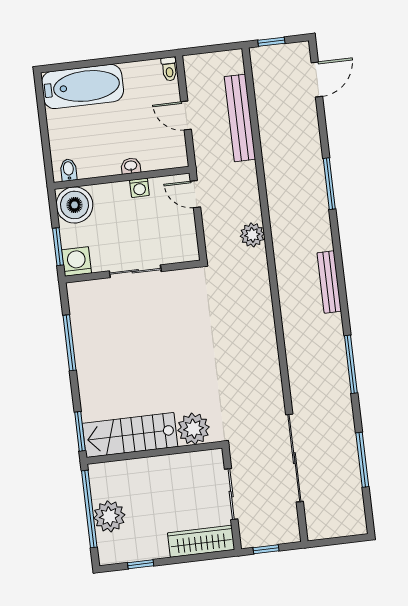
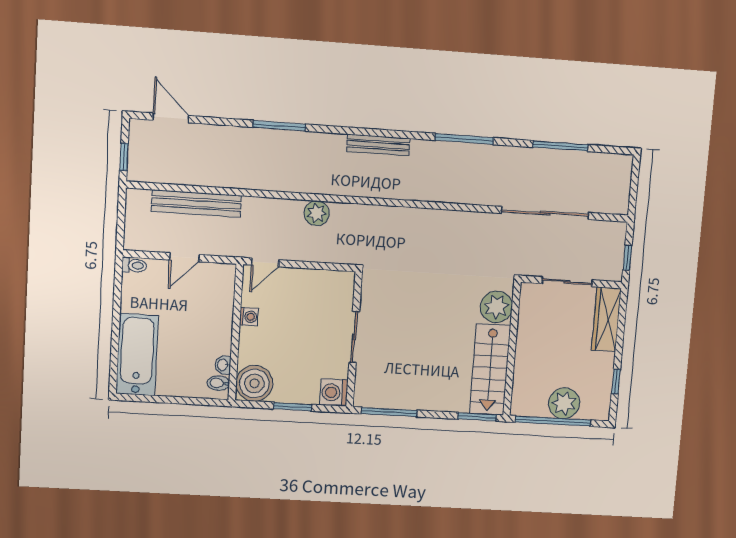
washbasin: (131, 166) -> (223, 365), moved
washing machine: (77, 262) -> (334, 393), moved
sliding door: (135, 271) -> (354, 337), moved
wall: (133, 272) -> (354, 340), moved

